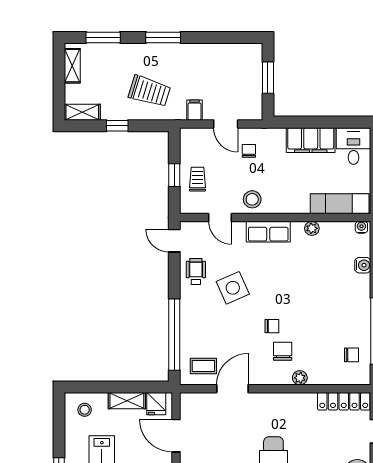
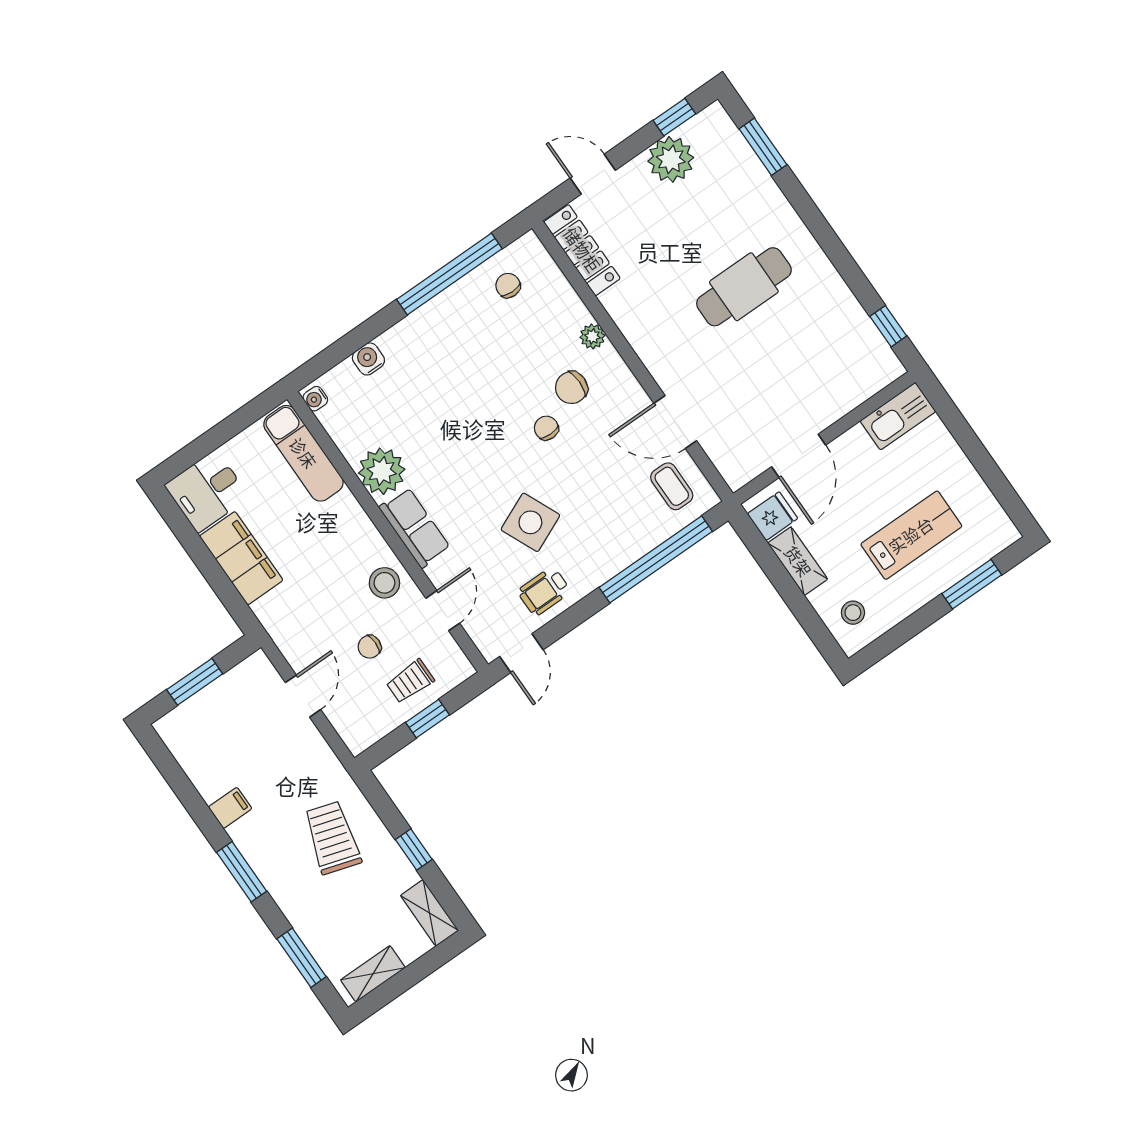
filing cabinet: (195, 110) -> (230, 808), moved, turned 180
chair: (249, 151) -> (370, 647), moved
plant: (312, 228) -> (382, 471), width x1.88, depth x1.88

